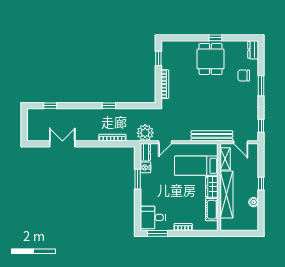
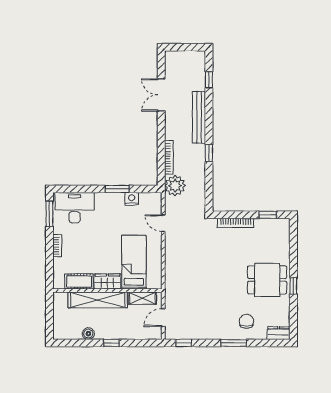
plant: (145, 133) -> (175, 186), moved
bench: (212, 136) -> (199, 117), moved
double door: (62, 144) -> (161, 95), swing flipped
dresser: (145, 152) -> (151, 199), removed
desk: (153, 217) -> (75, 208), width x1.37

